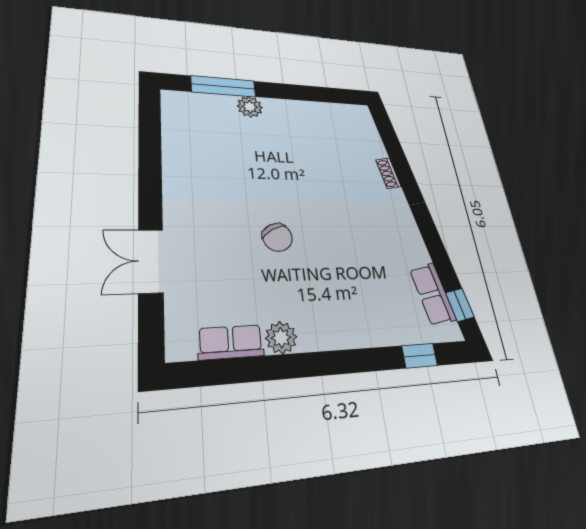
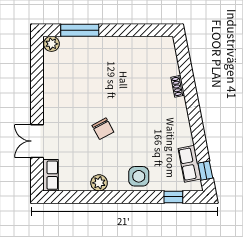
plant: (250, 107) -> (52, 44), moved
side table: (353, 321) -> (139, 176), added
row of seats: (231, 342) -> (50, 175), moved, turned 90

